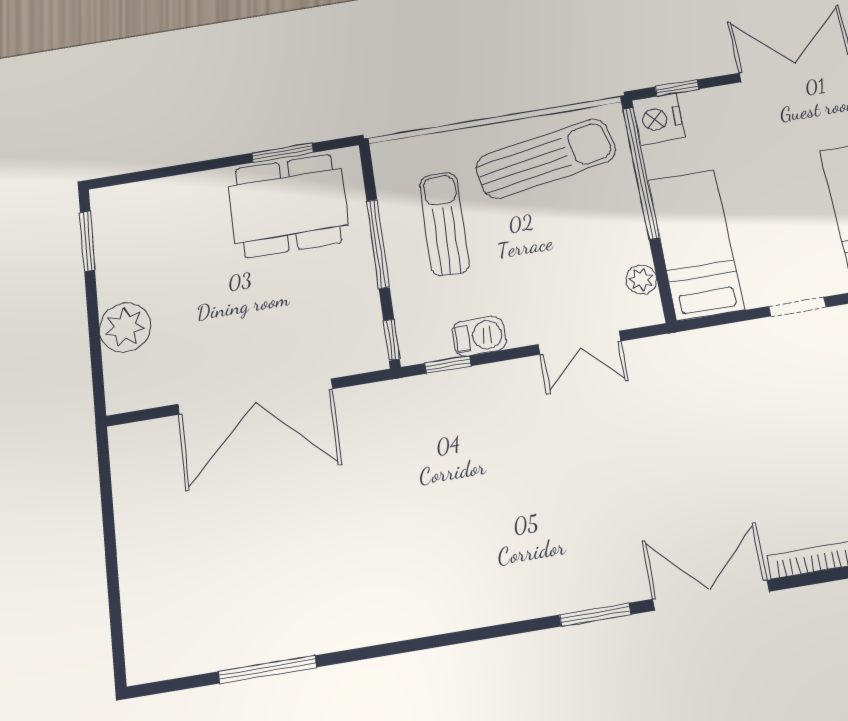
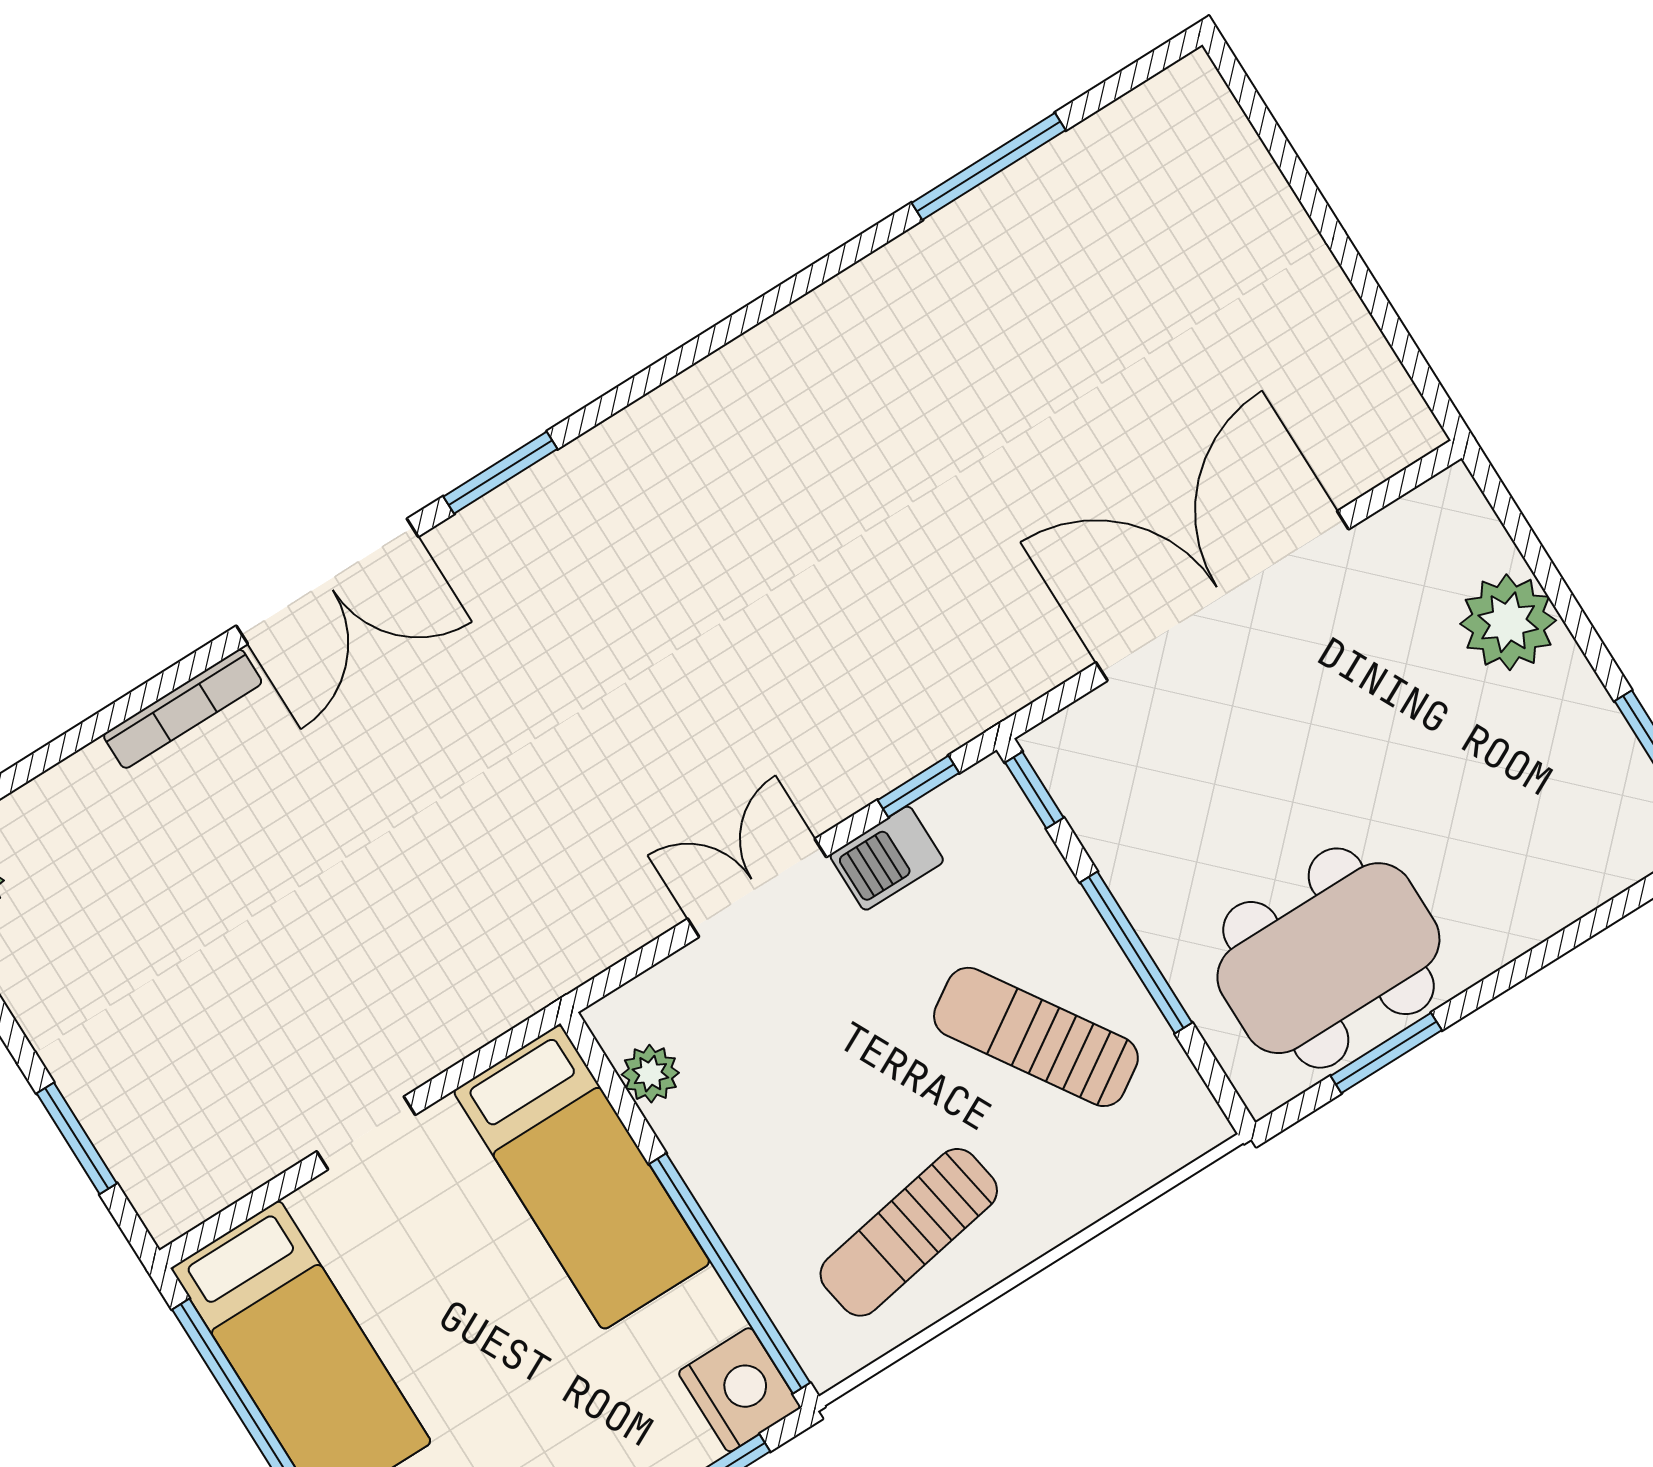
sun lounger: (546, 159) -> (909, 1232), width x0.73, depth x0.75
sun lounger: (444, 224) -> (1036, 1037), turned 146
double door: (580, 343) -> (757, 888), moved

